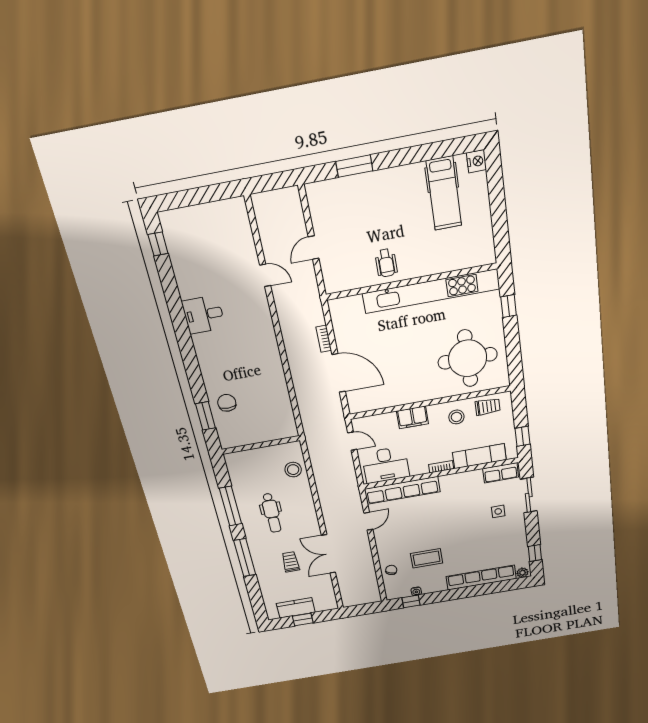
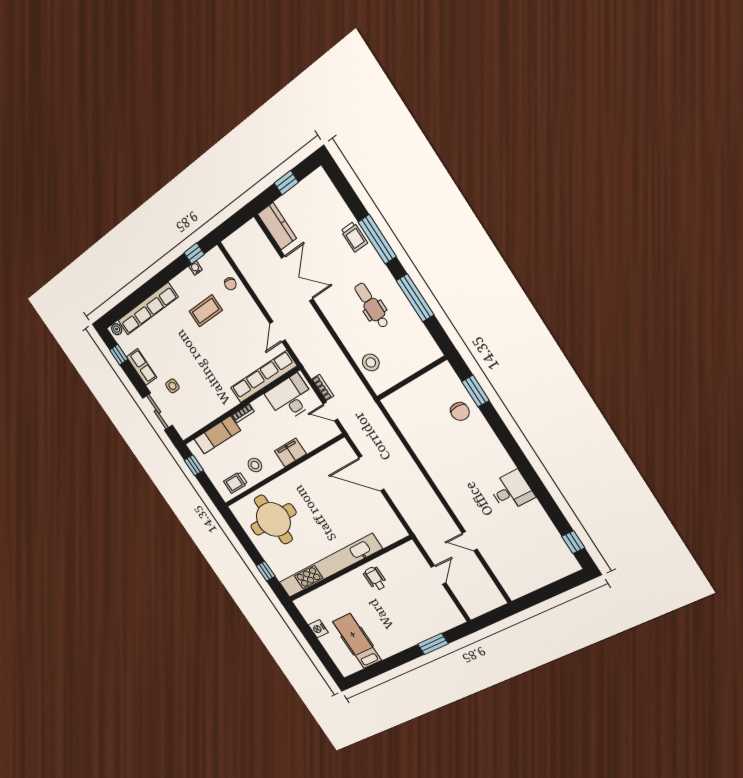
nightstand: (476, 161) -> (318, 629), moved
bookcase: (324, 339) -> (323, 388), moved
row of seats: (501, 473) -> (142, 367), moved, turned 90
trolley: (291, 562) -> (354, 237), moved
kitchen counter: (296, 608) -> (277, 226), moved, turned -90

